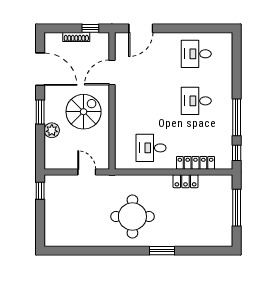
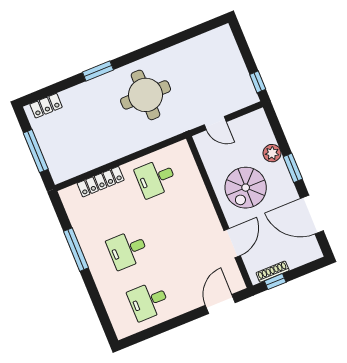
shoe rack: (76, 37) -> (273, 272), moved
desk: (196, 54) -> (148, 301), turned 180
desk: (196, 101) -> (127, 250), turned 180
desk: (151, 148) -> (156, 178), turned 180
window: (237, 153) -> (60, 211), removed
locker: (186, 181) -> (46, 106), moved, turned 180

